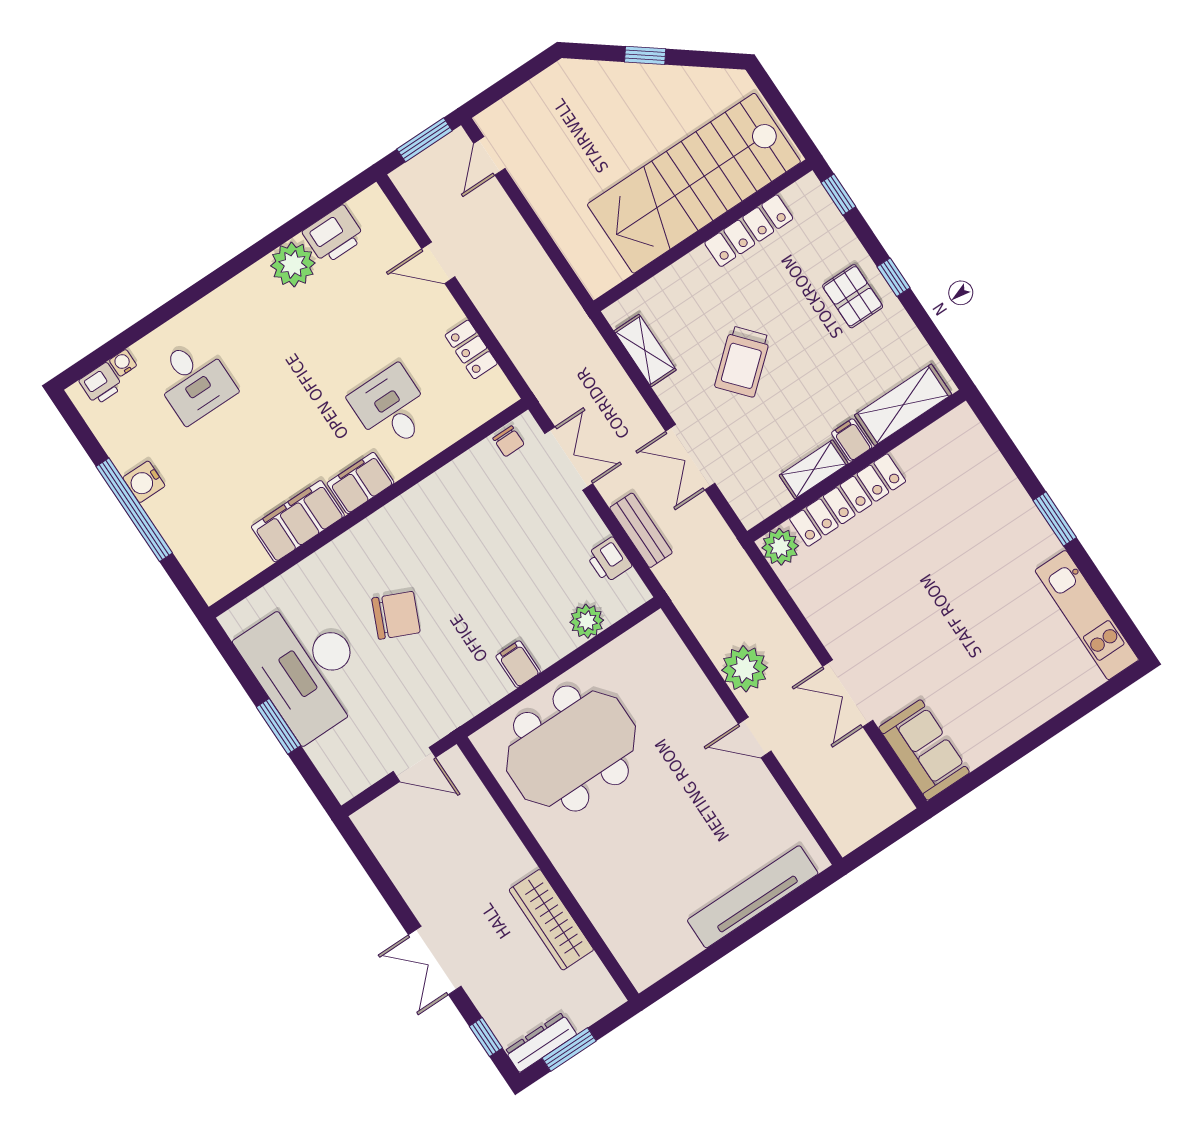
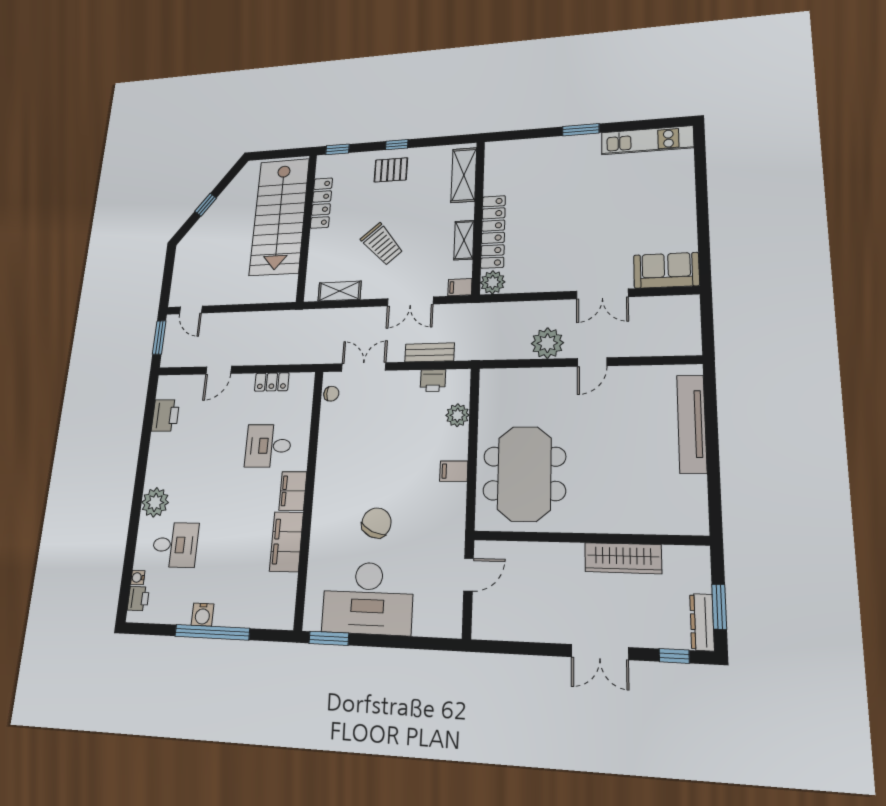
plant: (293, 264) -> (155, 502), moved
filing cabinet: (852, 440) -> (460, 287), moved
window: (279, 726) -> (329, 638), moved

